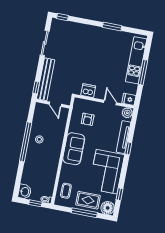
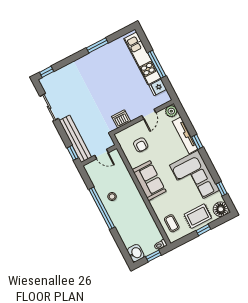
fridge: (129, 99) -> (158, 87), moved
door: (110, 103) -> (149, 114), swing flipped
window: (84, 213) -> (203, 230), width x0.46

